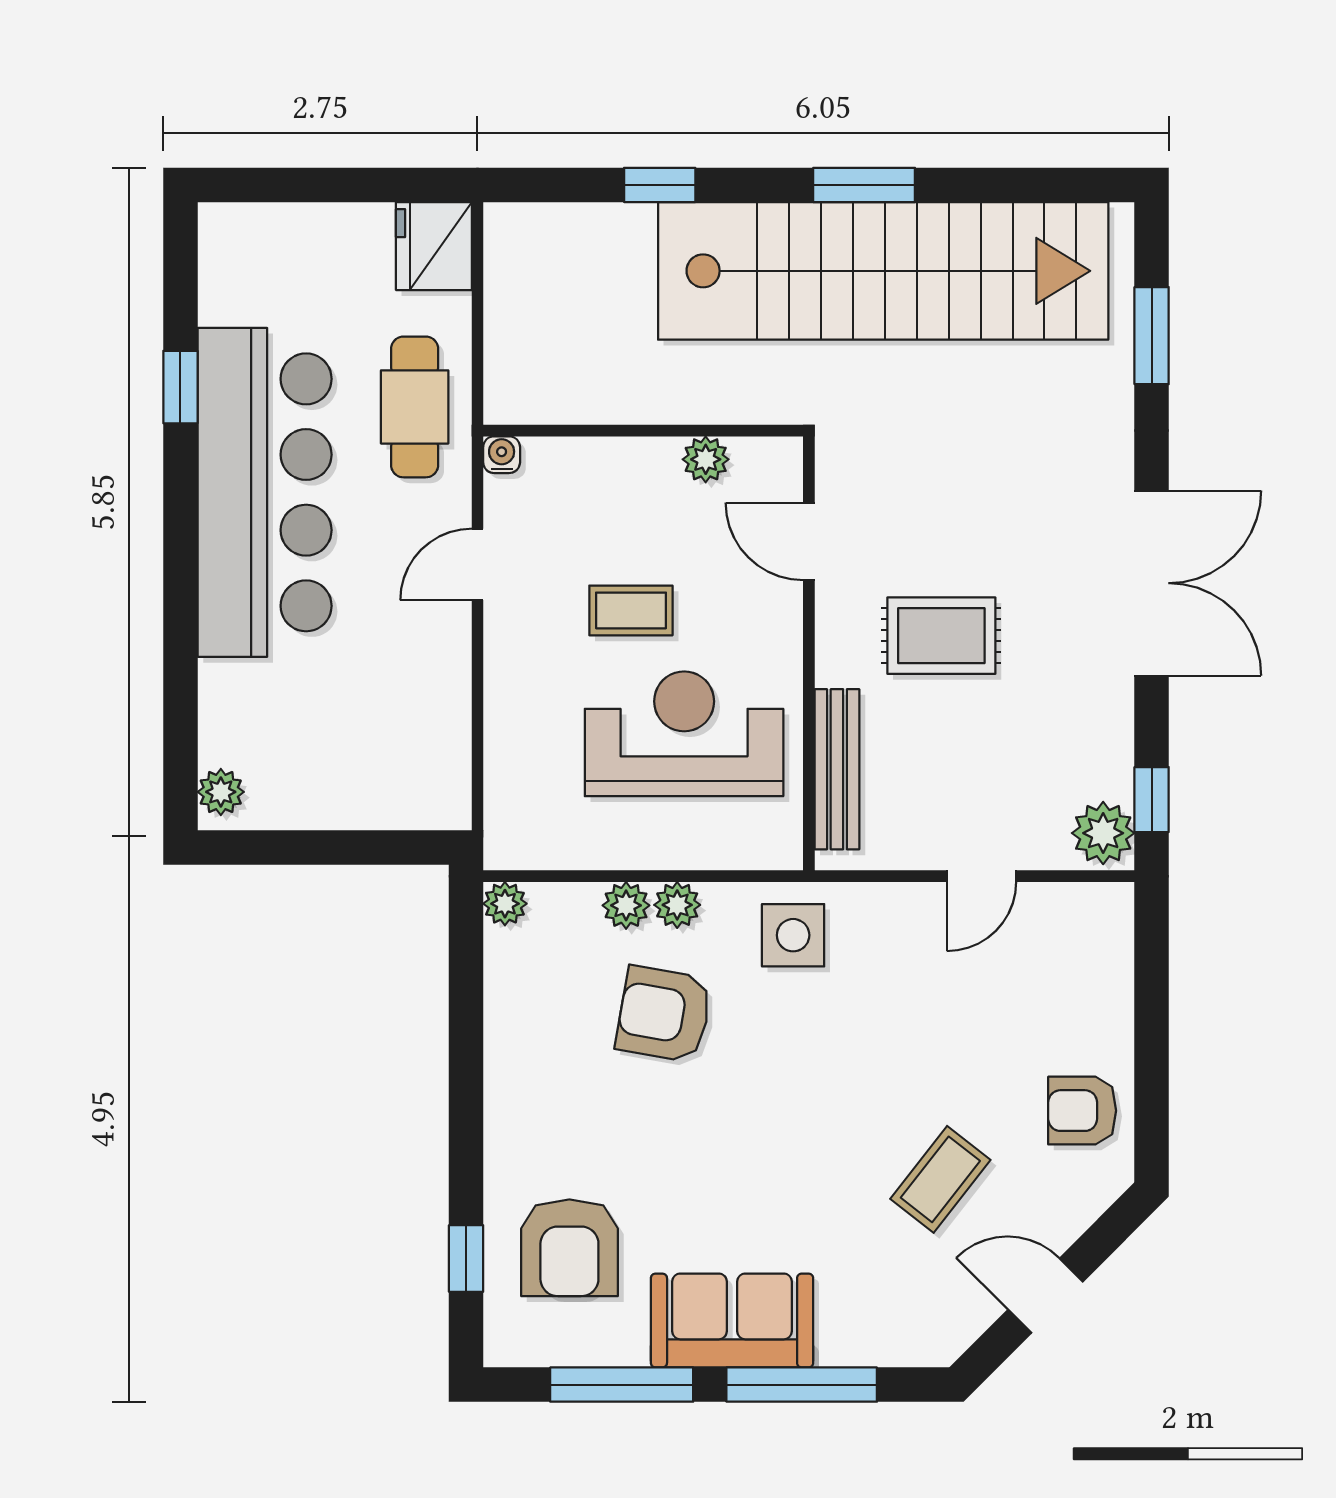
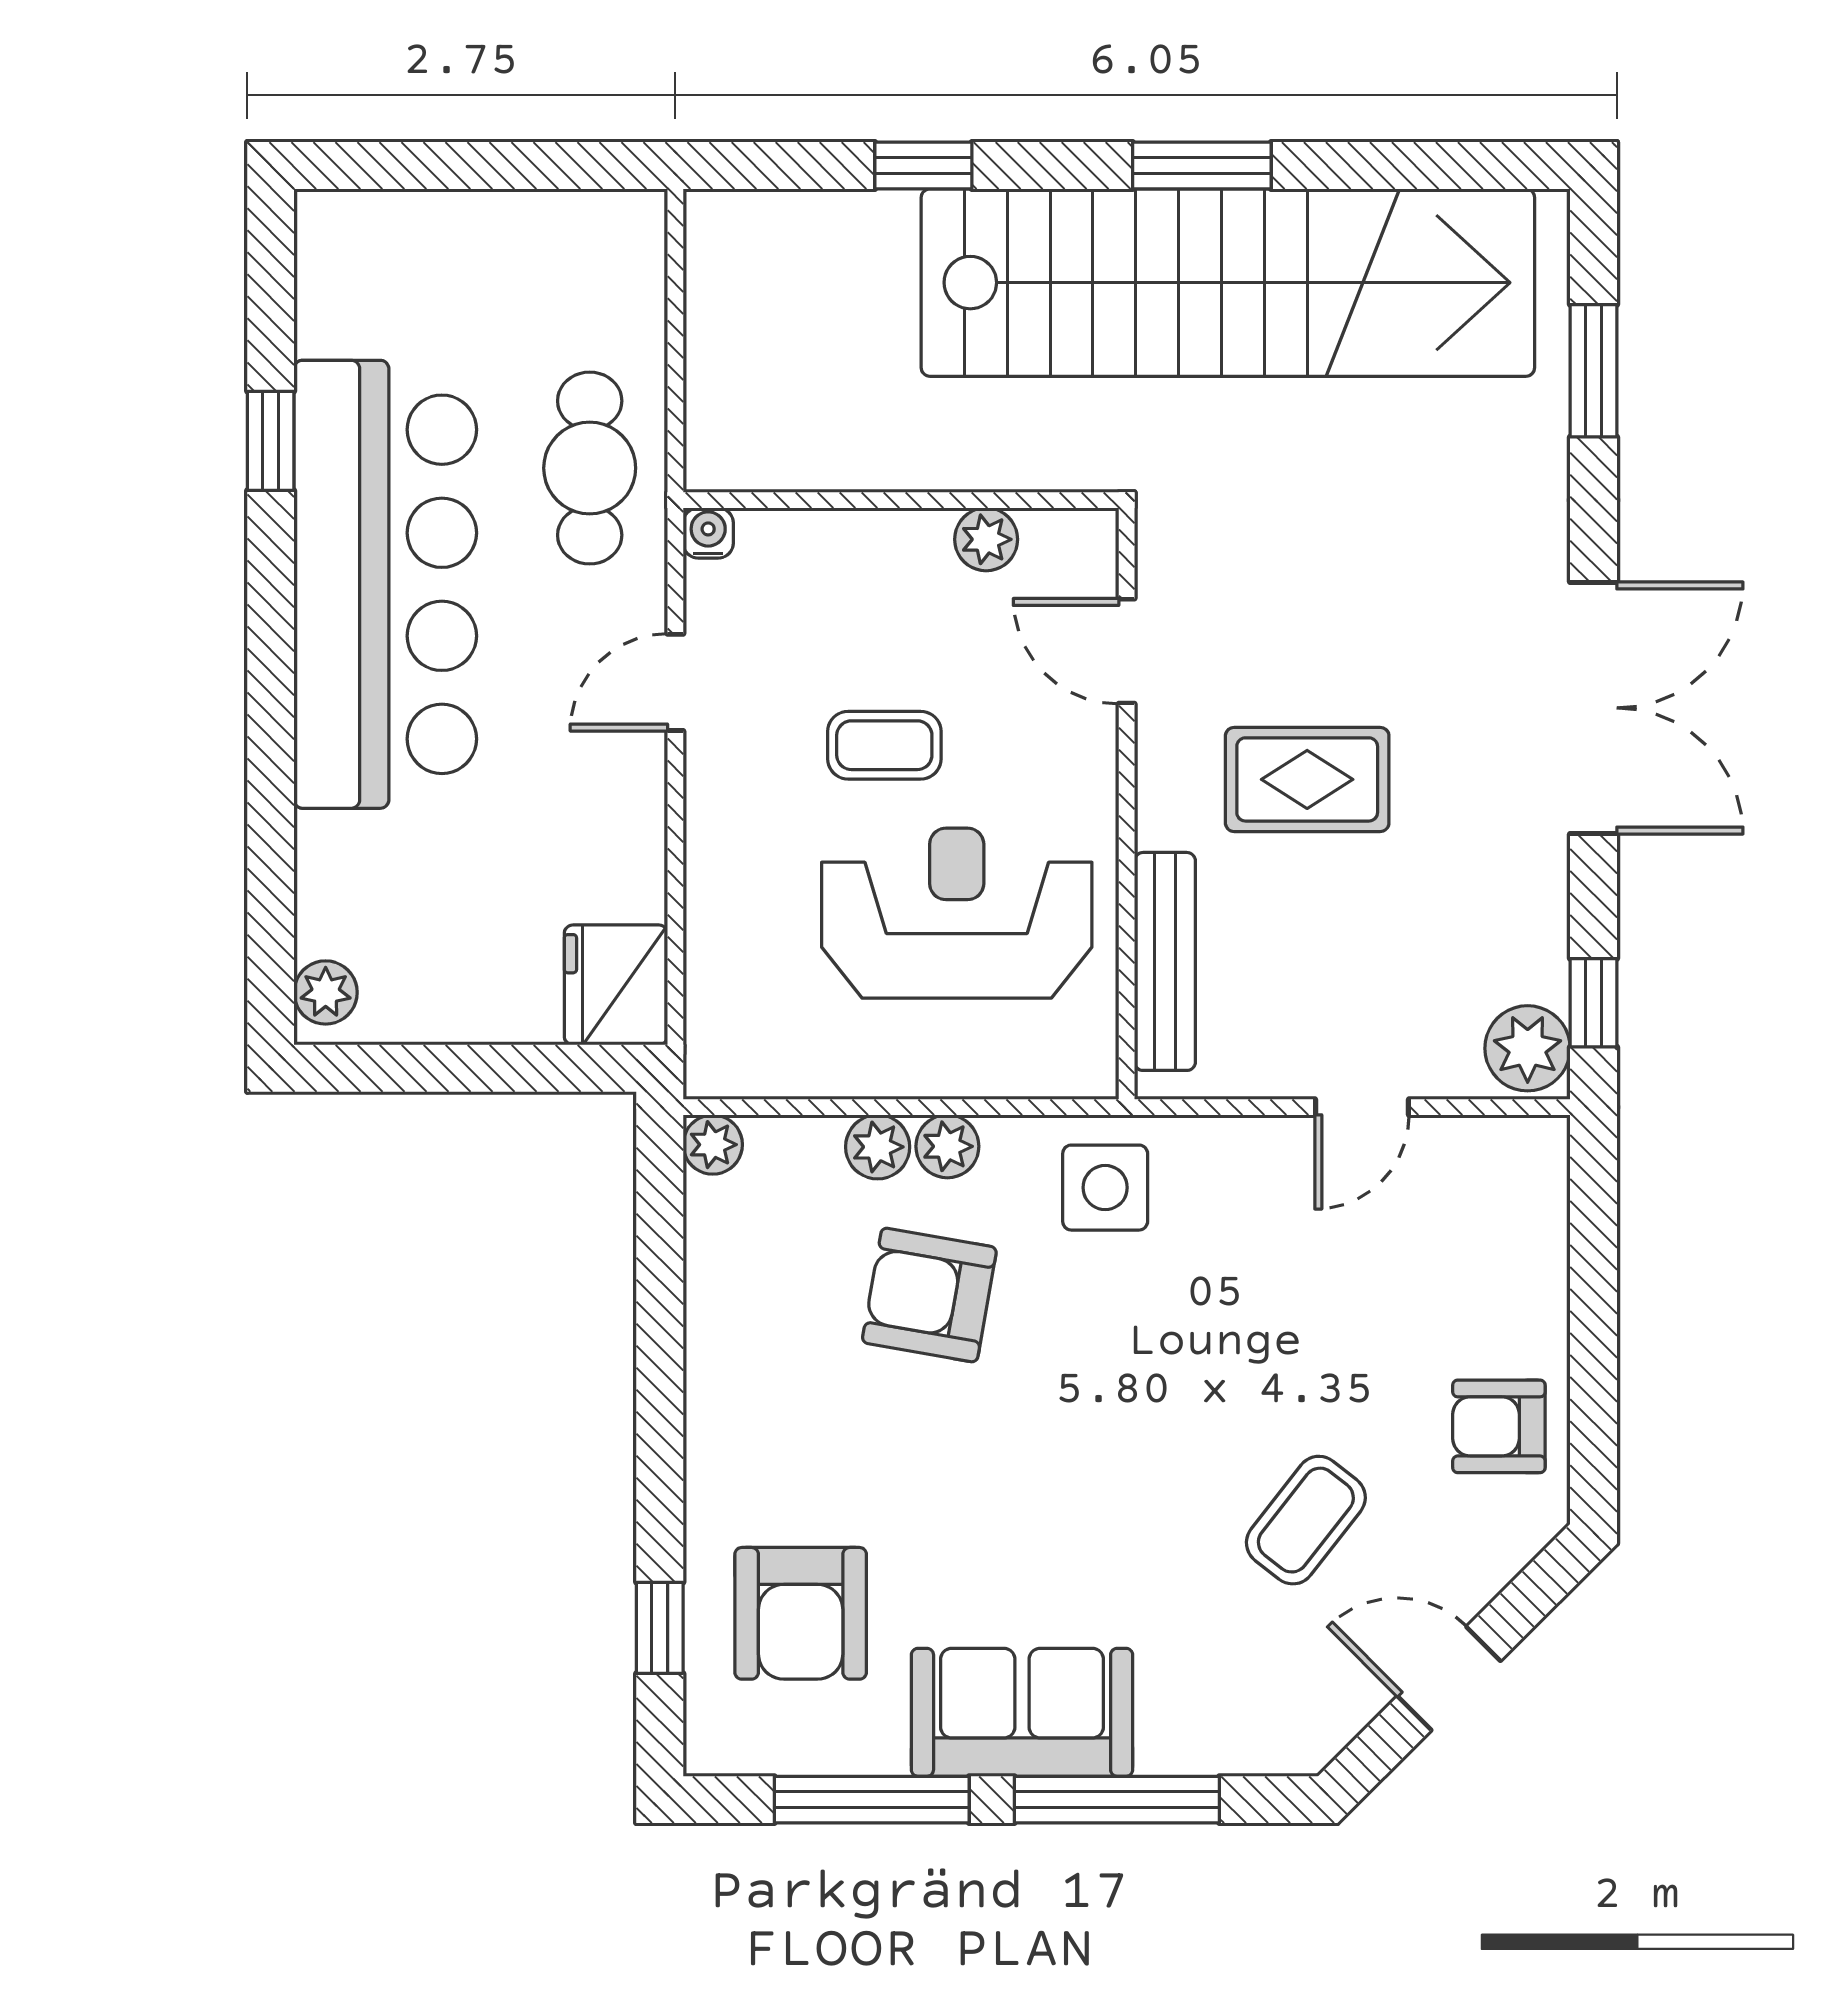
fridge: (434, 246) -> (616, 985), moved

